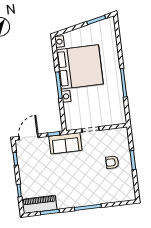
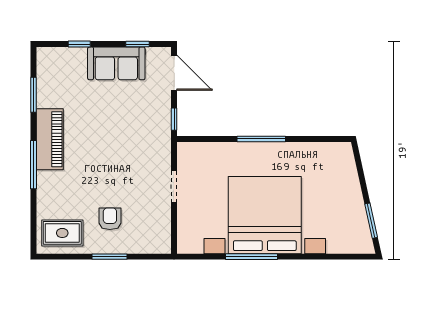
bed with nightstands: (80, 67) -> (265, 215), moved, turned 180
sofa: (65, 143) -> (116, 63), moved, turned -90
rug: (123, 187) -> (62, 233), added
piano: (39, 204) -> (50, 139), moved

